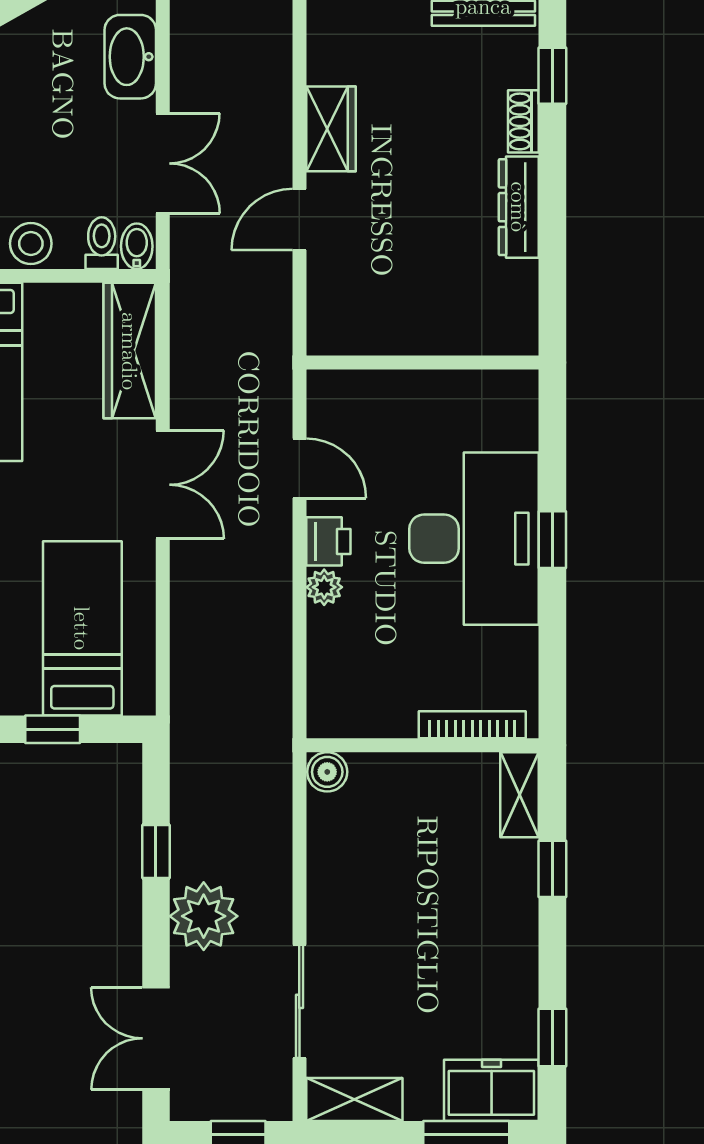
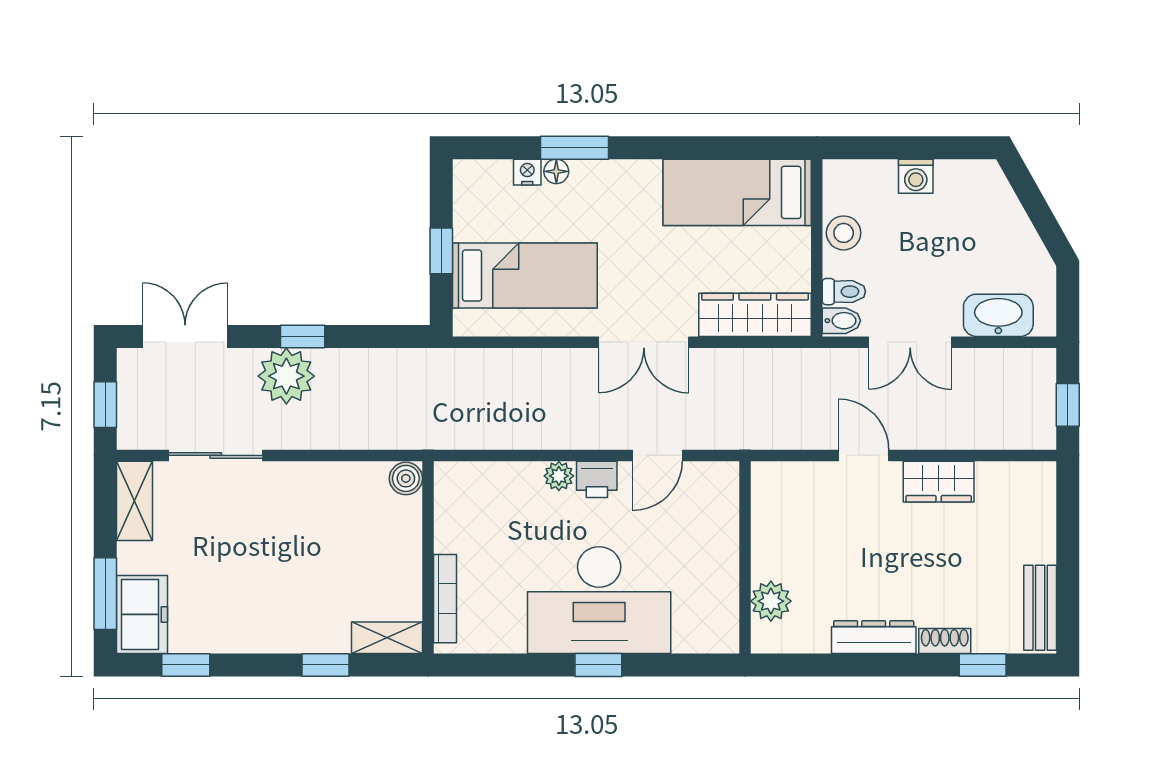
plant: (475, 331) -> (771, 601), added
window: (156, 852) -> (303, 337), moved

